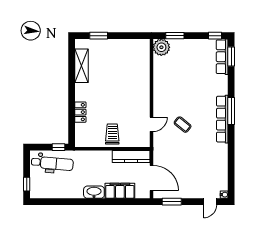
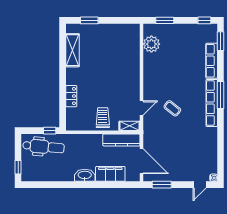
plant: (161, 47) -> (151, 44), moved
row of seats: (222, 57) -> (212, 61), moved
shelving: (139, 142) -> (130, 126), added

